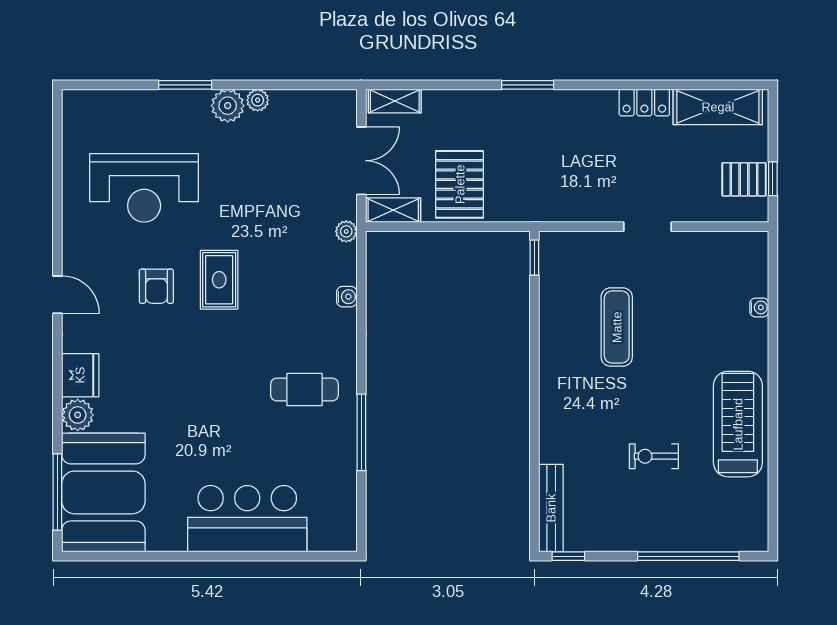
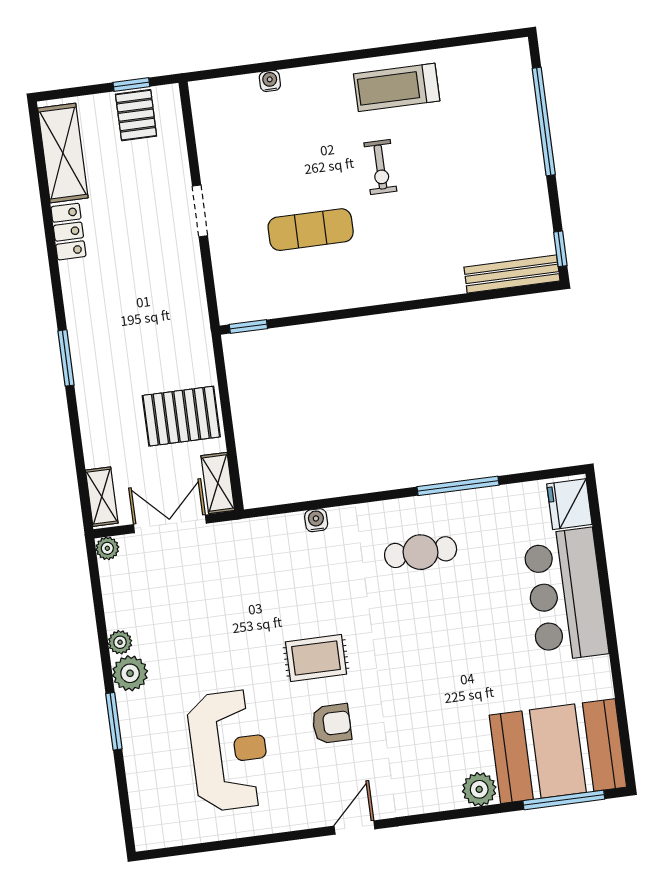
plant: (346, 231) -> (107, 548), moved
fridge: (80, 375) -> (569, 504), moved, turned -90
cafe table: (304, 390) -> (421, 552), turned 90
treadmill: (738, 424) -> (397, 87), width x0.73, depth x0.73
exercise bike: (654, 456) -> (380, 167), moved

